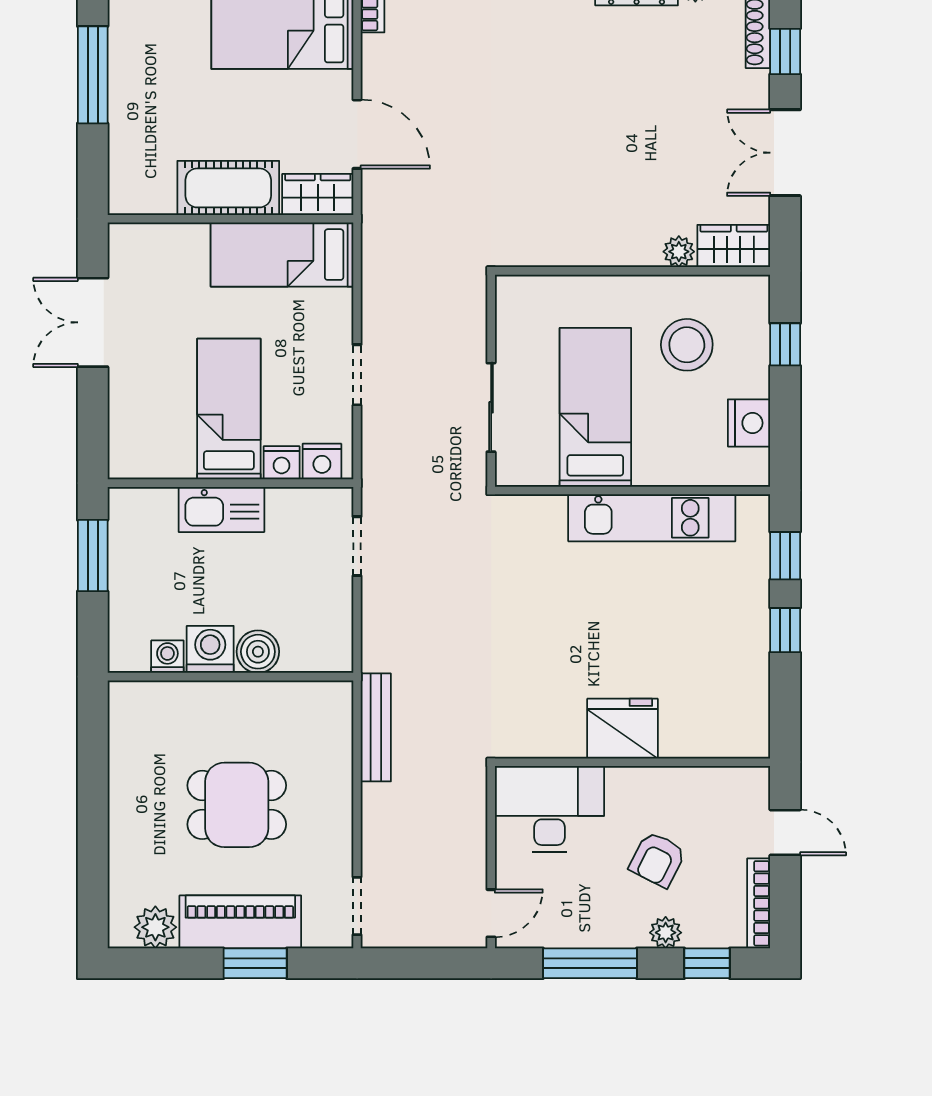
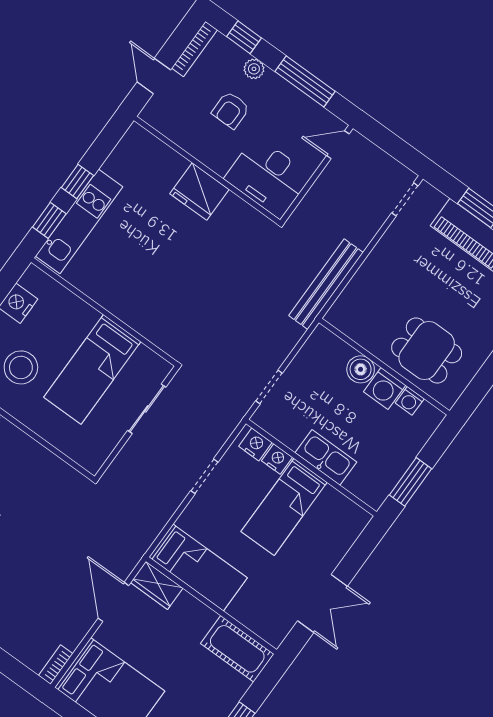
cot: (228, 188) -> (237, 649), moved
kitchen unit: (652, 518) -> (79, 221), moved, turned 90
bench: (376, 727) -> (326, 284), width x1.37, depth x1.21
dining table: (237, 805) -> (427, 351), moved
armchair: (657, 859) -> (231, 110), turned 153

